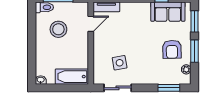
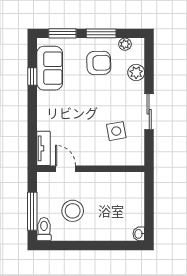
bathtub: (72, 77) -> (134, 193), removed
plant: (165, 78) -> (136, 72), added
sliding door: (118, 88) -> (149, 112), moved
window: (169, 88) -> (149, 67), removed

